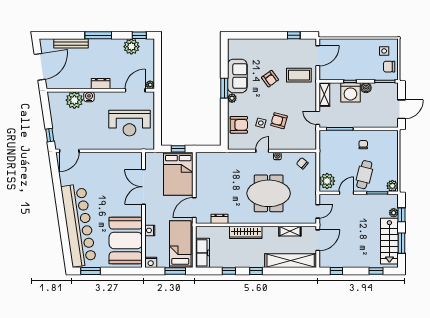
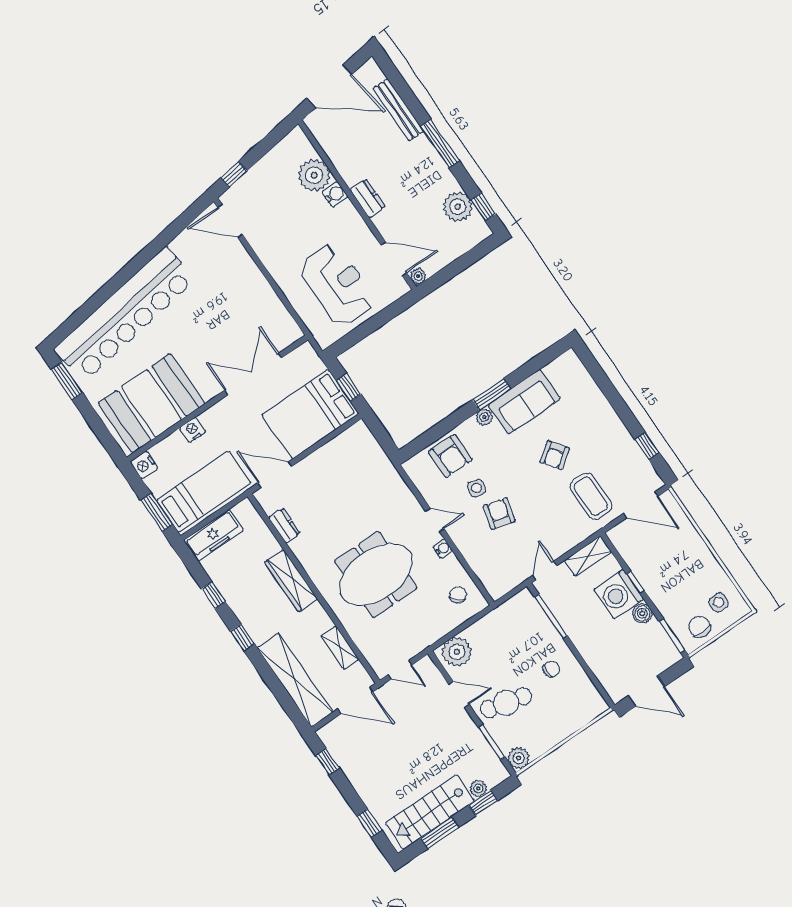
reception desk: (129, 123) -> (337, 285), turned 180
meeting table: (269, 193) -> (376, 574), turned 90

